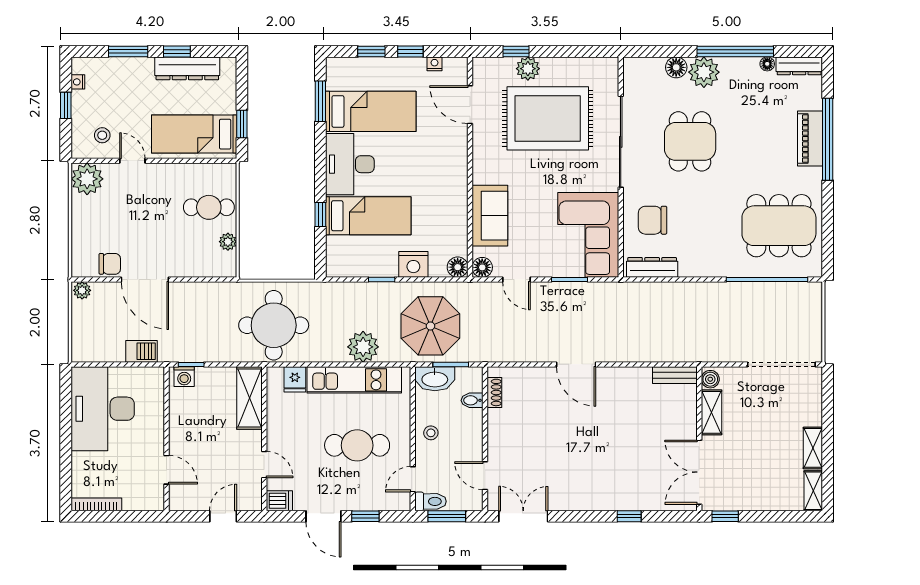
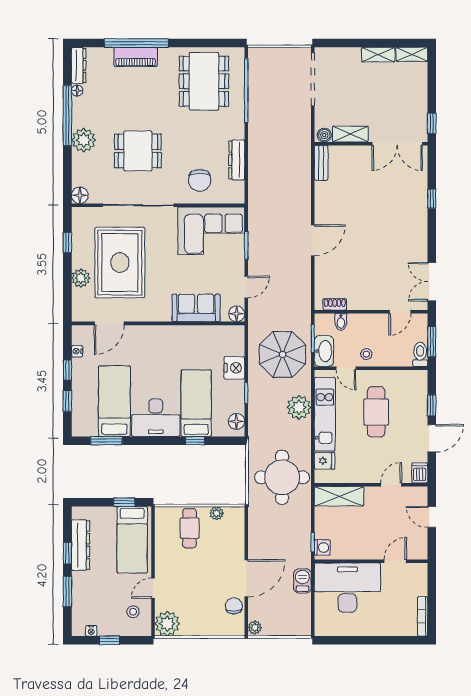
window: (516, 51) -> (67, 243), moved
floor lamp: (676, 67) -> (80, 195), moved
floor lamp: (458, 267) -> (236, 421), moved
dresser: (652, 267) -> (237, 160), moved
desk: (103, 409) -> (347, 588), moved, turned 180
door: (413, 479) -> (346, 368), moved

